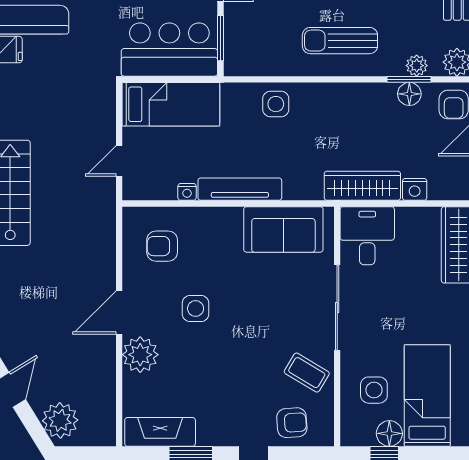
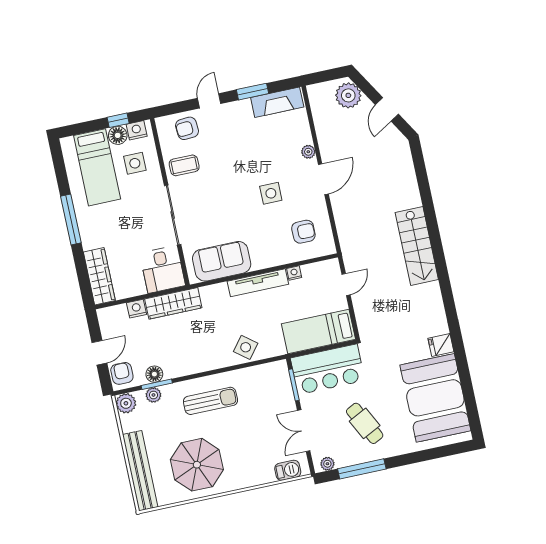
side table: (276, 104) -> (246, 347), turned 38
plant: (140, 355) -> (308, 152), width x0.53, depth x0.53
coffee table: (307, 373) -> (184, 165), turned -31
nightstand: (362, 435) -> (137, 130), added

